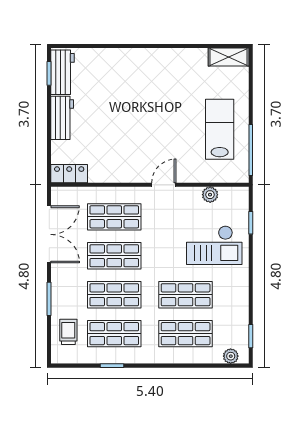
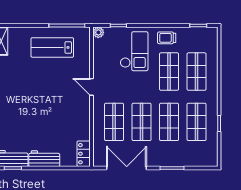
plant: (210, 195) -> (98, 32), moved
trolley: (68, 332) -> (167, 38), moved
plant: (231, 356) -> (212, 40), removed

